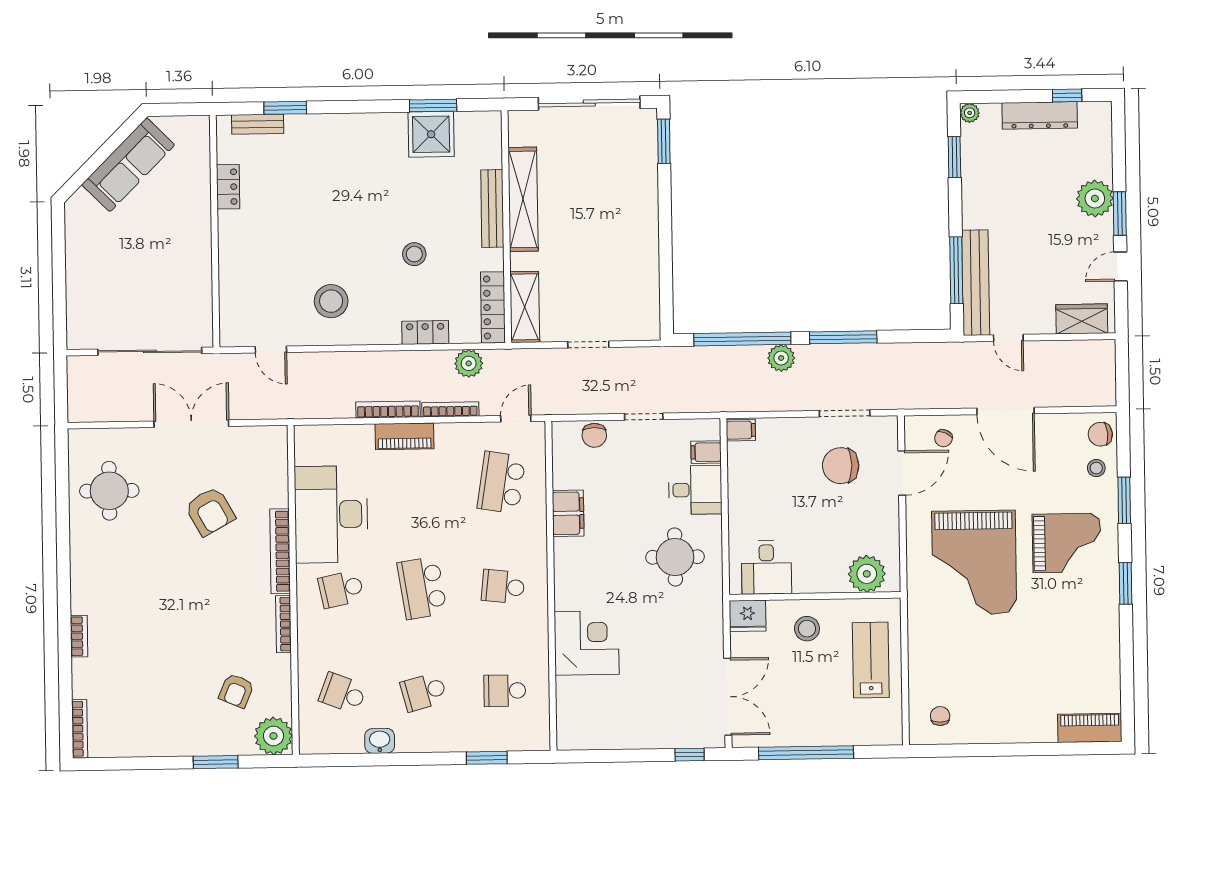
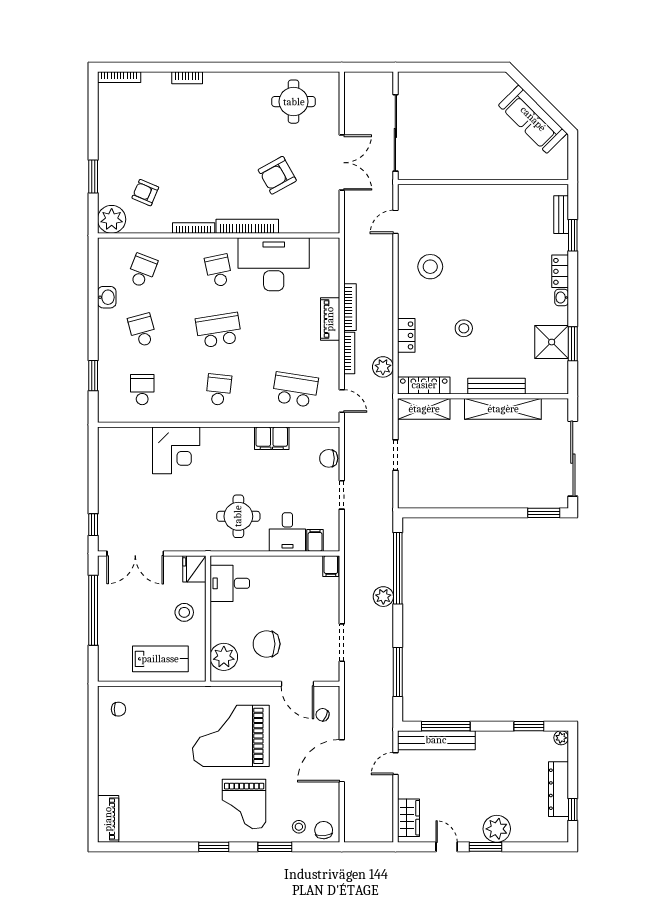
washbasin: (370, 122) -> (562, 298), added
locker: (228, 187) -> (560, 271), moved, turned 90
window: (843, 337) -> (398, 672), moved
chair: (841, 466) -> (267, 644), moved, turned -90

